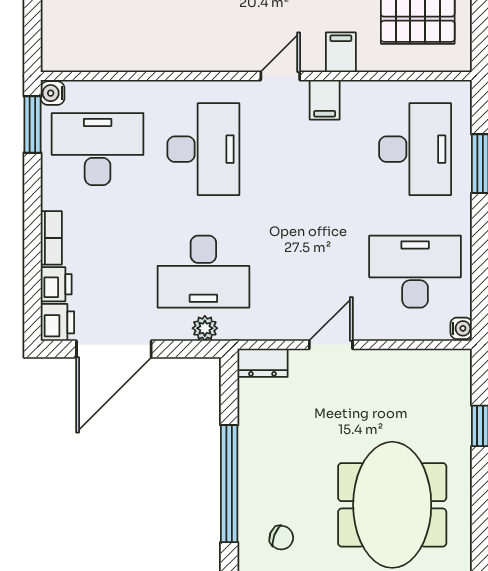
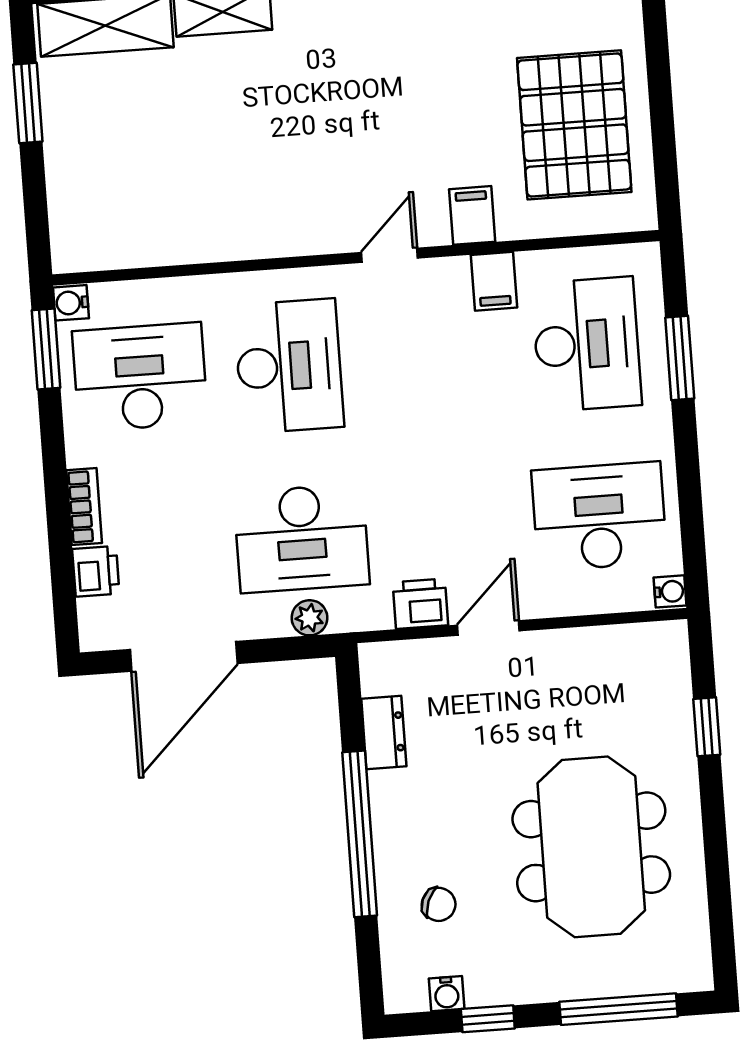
filing cabinet: (325, 100) -> (494, 281), moved
printer: (57, 322) -> (420, 604), moved, turned -90
dresser: (262, 363) -> (384, 732), moved, turned -90

